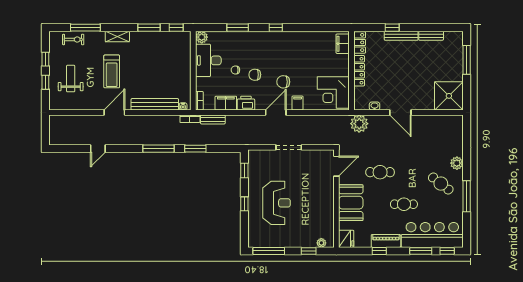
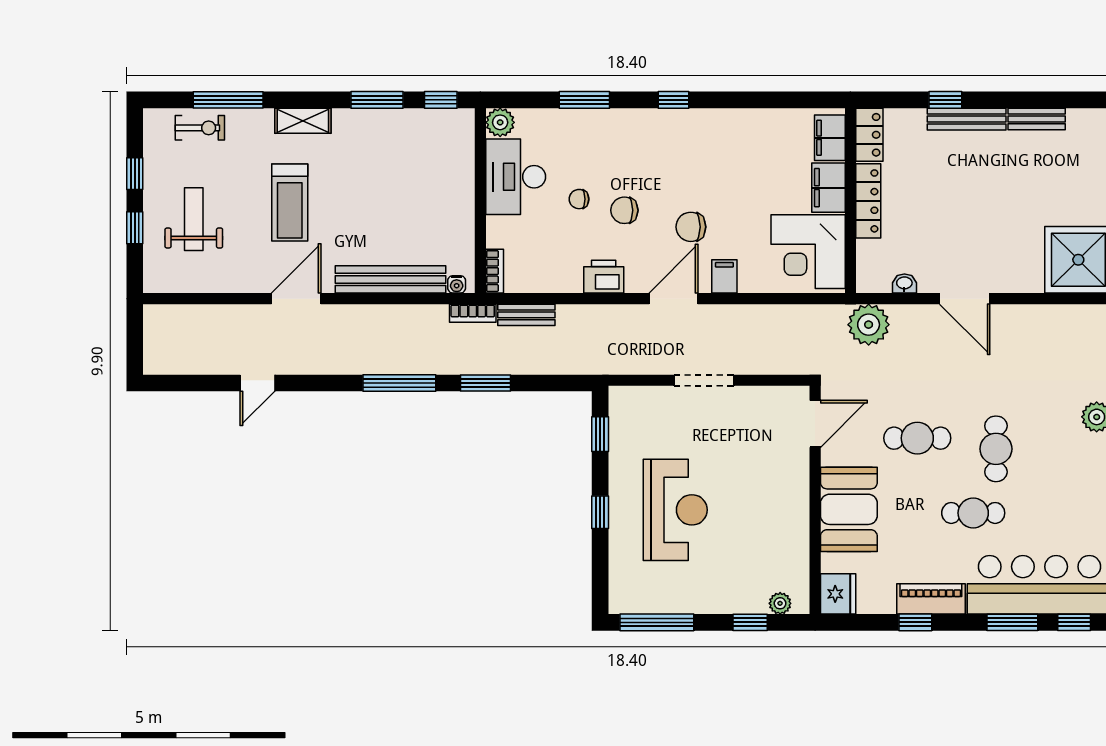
filing cabinet: (226, 103) -> (828, 188), moved, turned -90
cafe table: (441, 184) -> (996, 449), moved, turned 52

